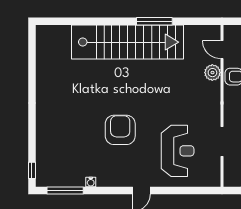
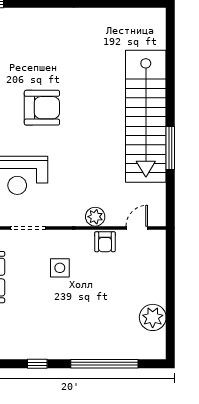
plant: (212, 73) -> (95, 217), moved

